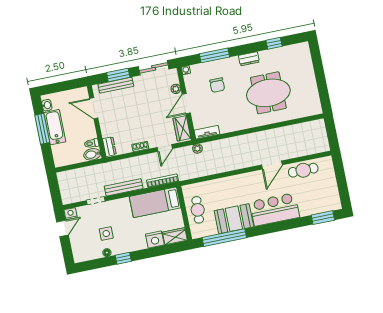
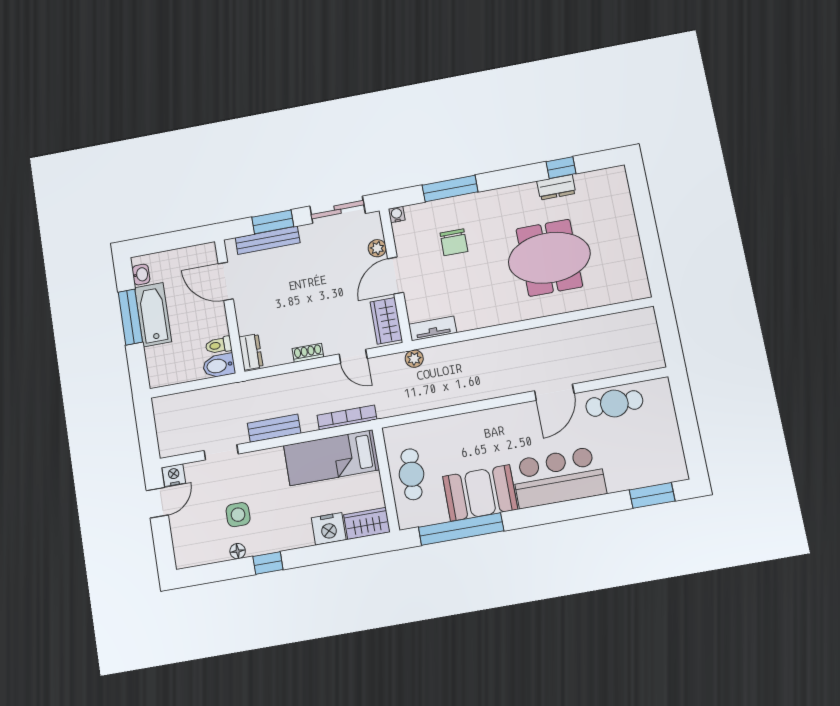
dresser: (249, 59) -> (556, 187), moved
door: (165, 148) -> (353, 356), hinge flipped
bench: (124, 187) -> (274, 428), width x0.73

